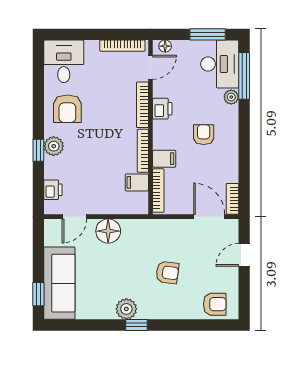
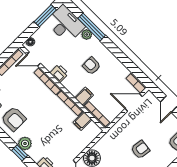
door: (151, 67) -> (34, 59), swing flipped
window: (244, 76) -> (92, 27), moved

